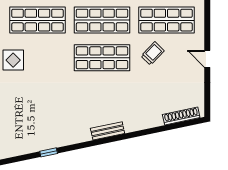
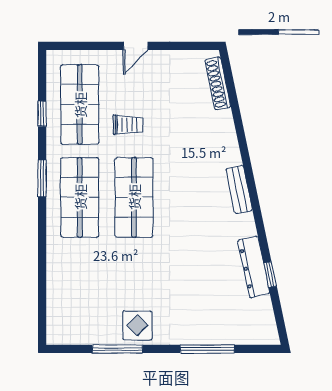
shop shelf: (37, 20) -> (80, 290), removed
trolley: (153, 53) -> (128, 125), turned 136
dresser: (54, 141) -> (254, 267), added

